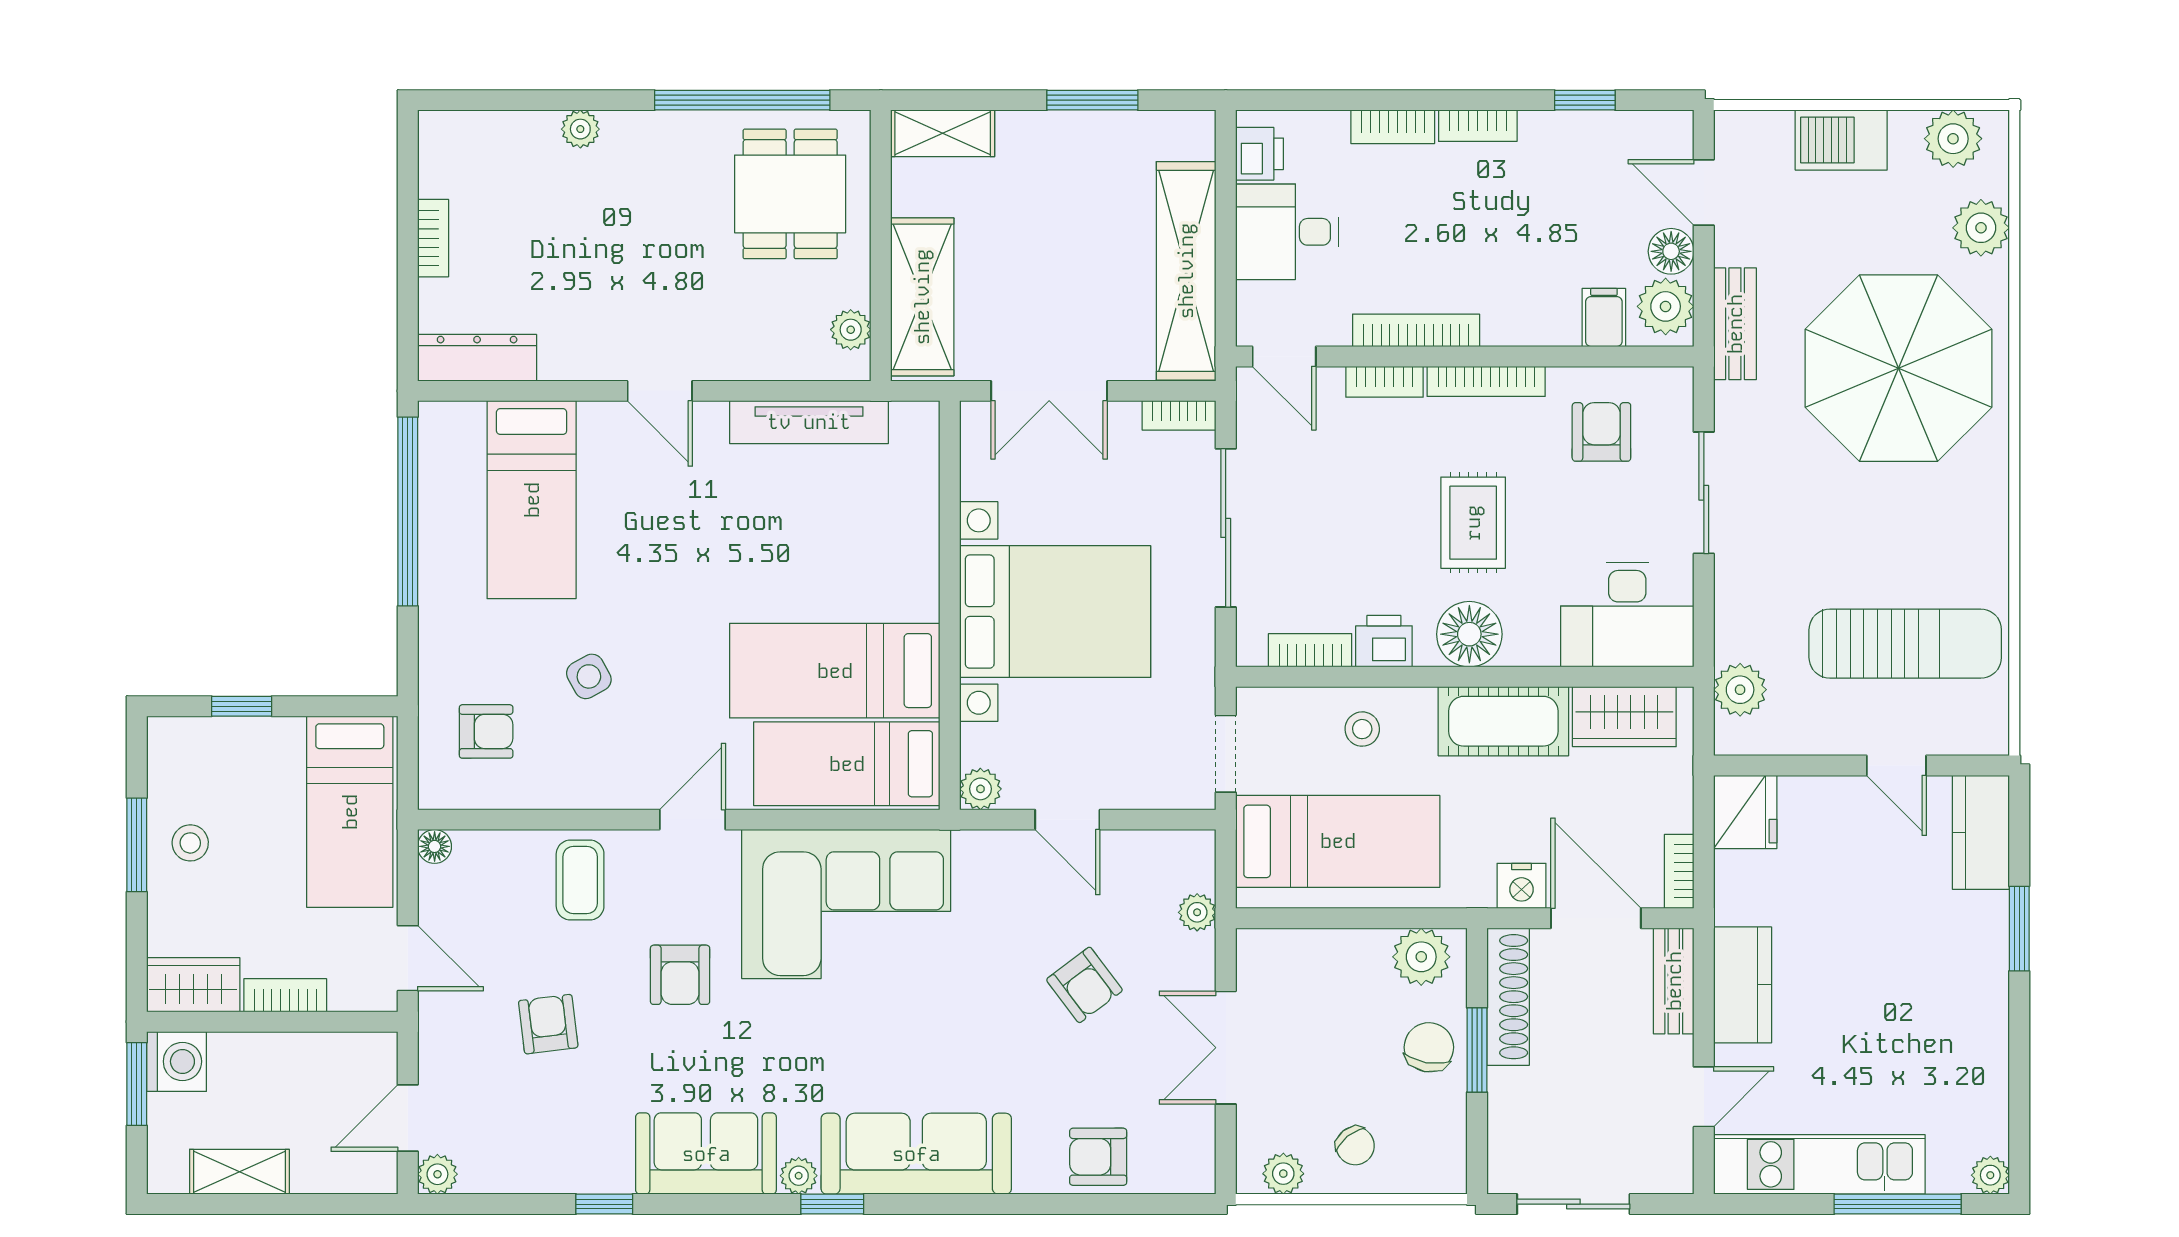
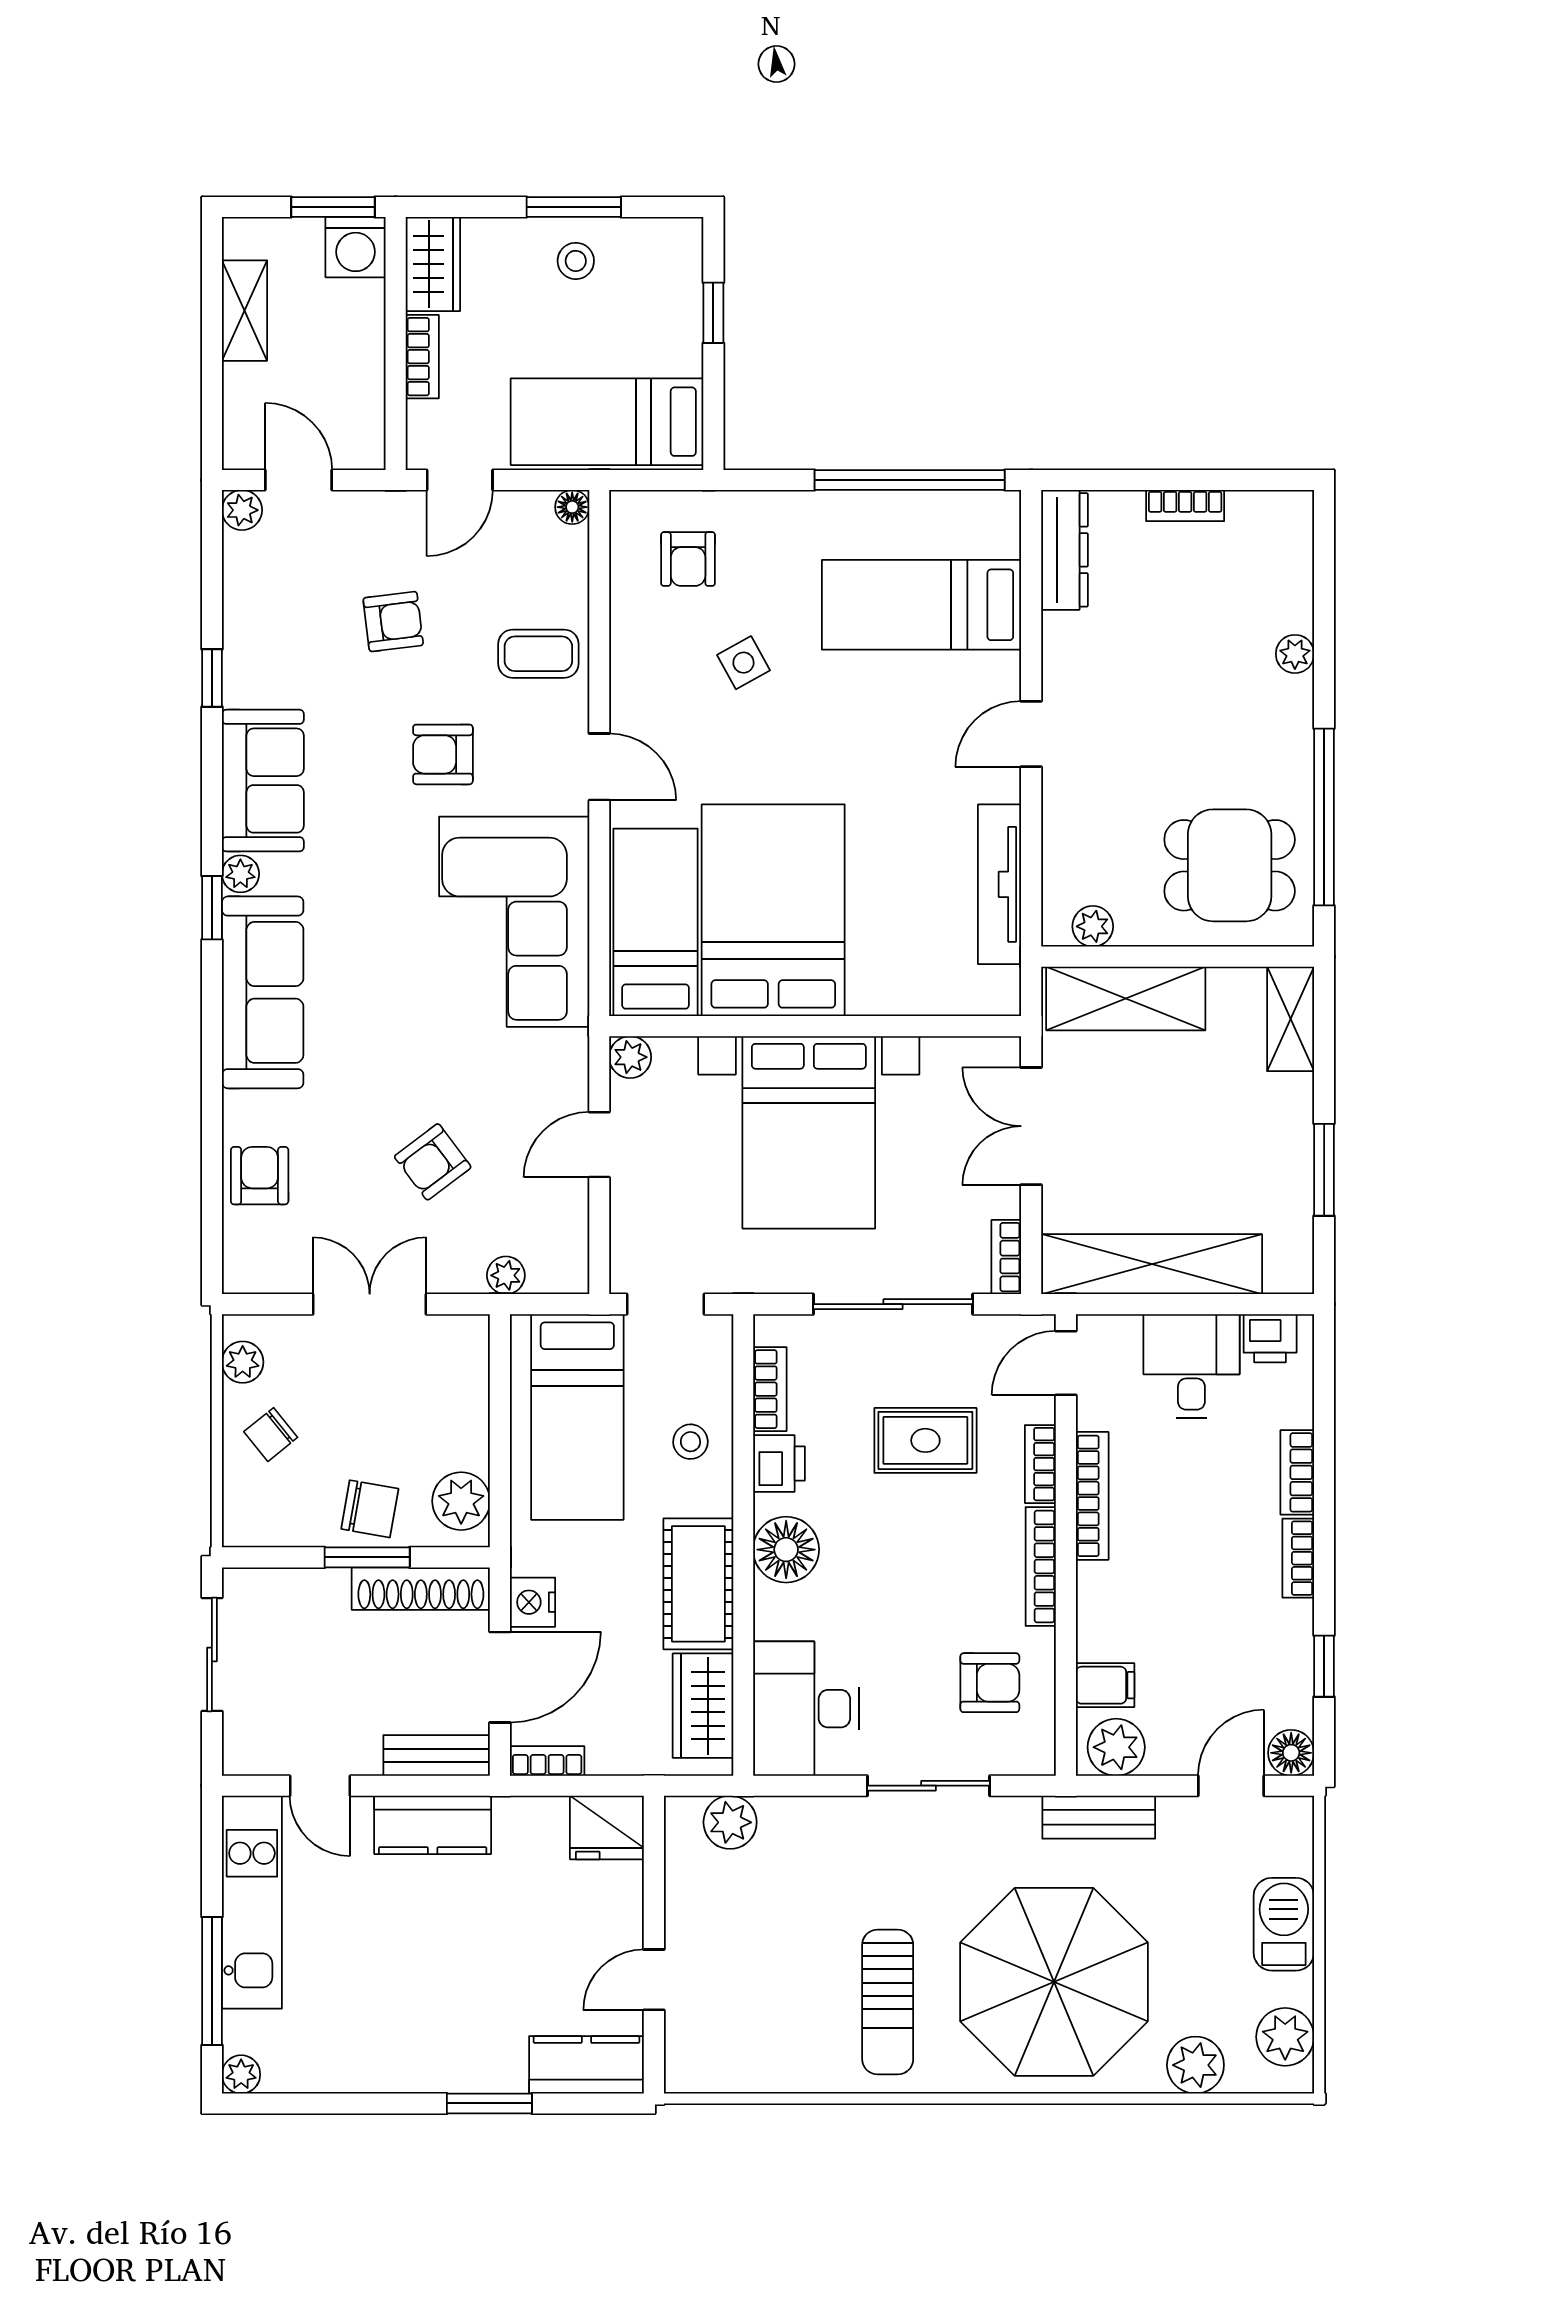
floor lamp: (1671, 251) -> (1291, 1753), moved
rug: (1473, 523) -> (925, 1440), moved
sun lounger: (1905, 644) -> (888, 2002), moved, width x0.73, depth x0.75
bed: (835, 671) -> (773, 910), width x1.50

